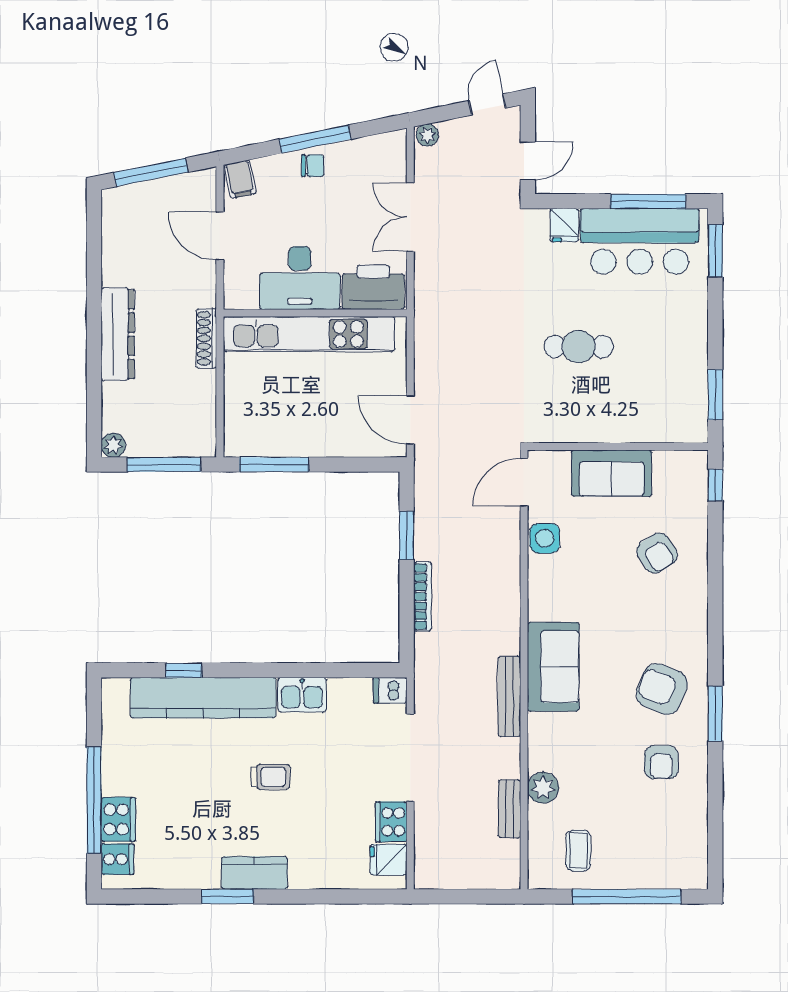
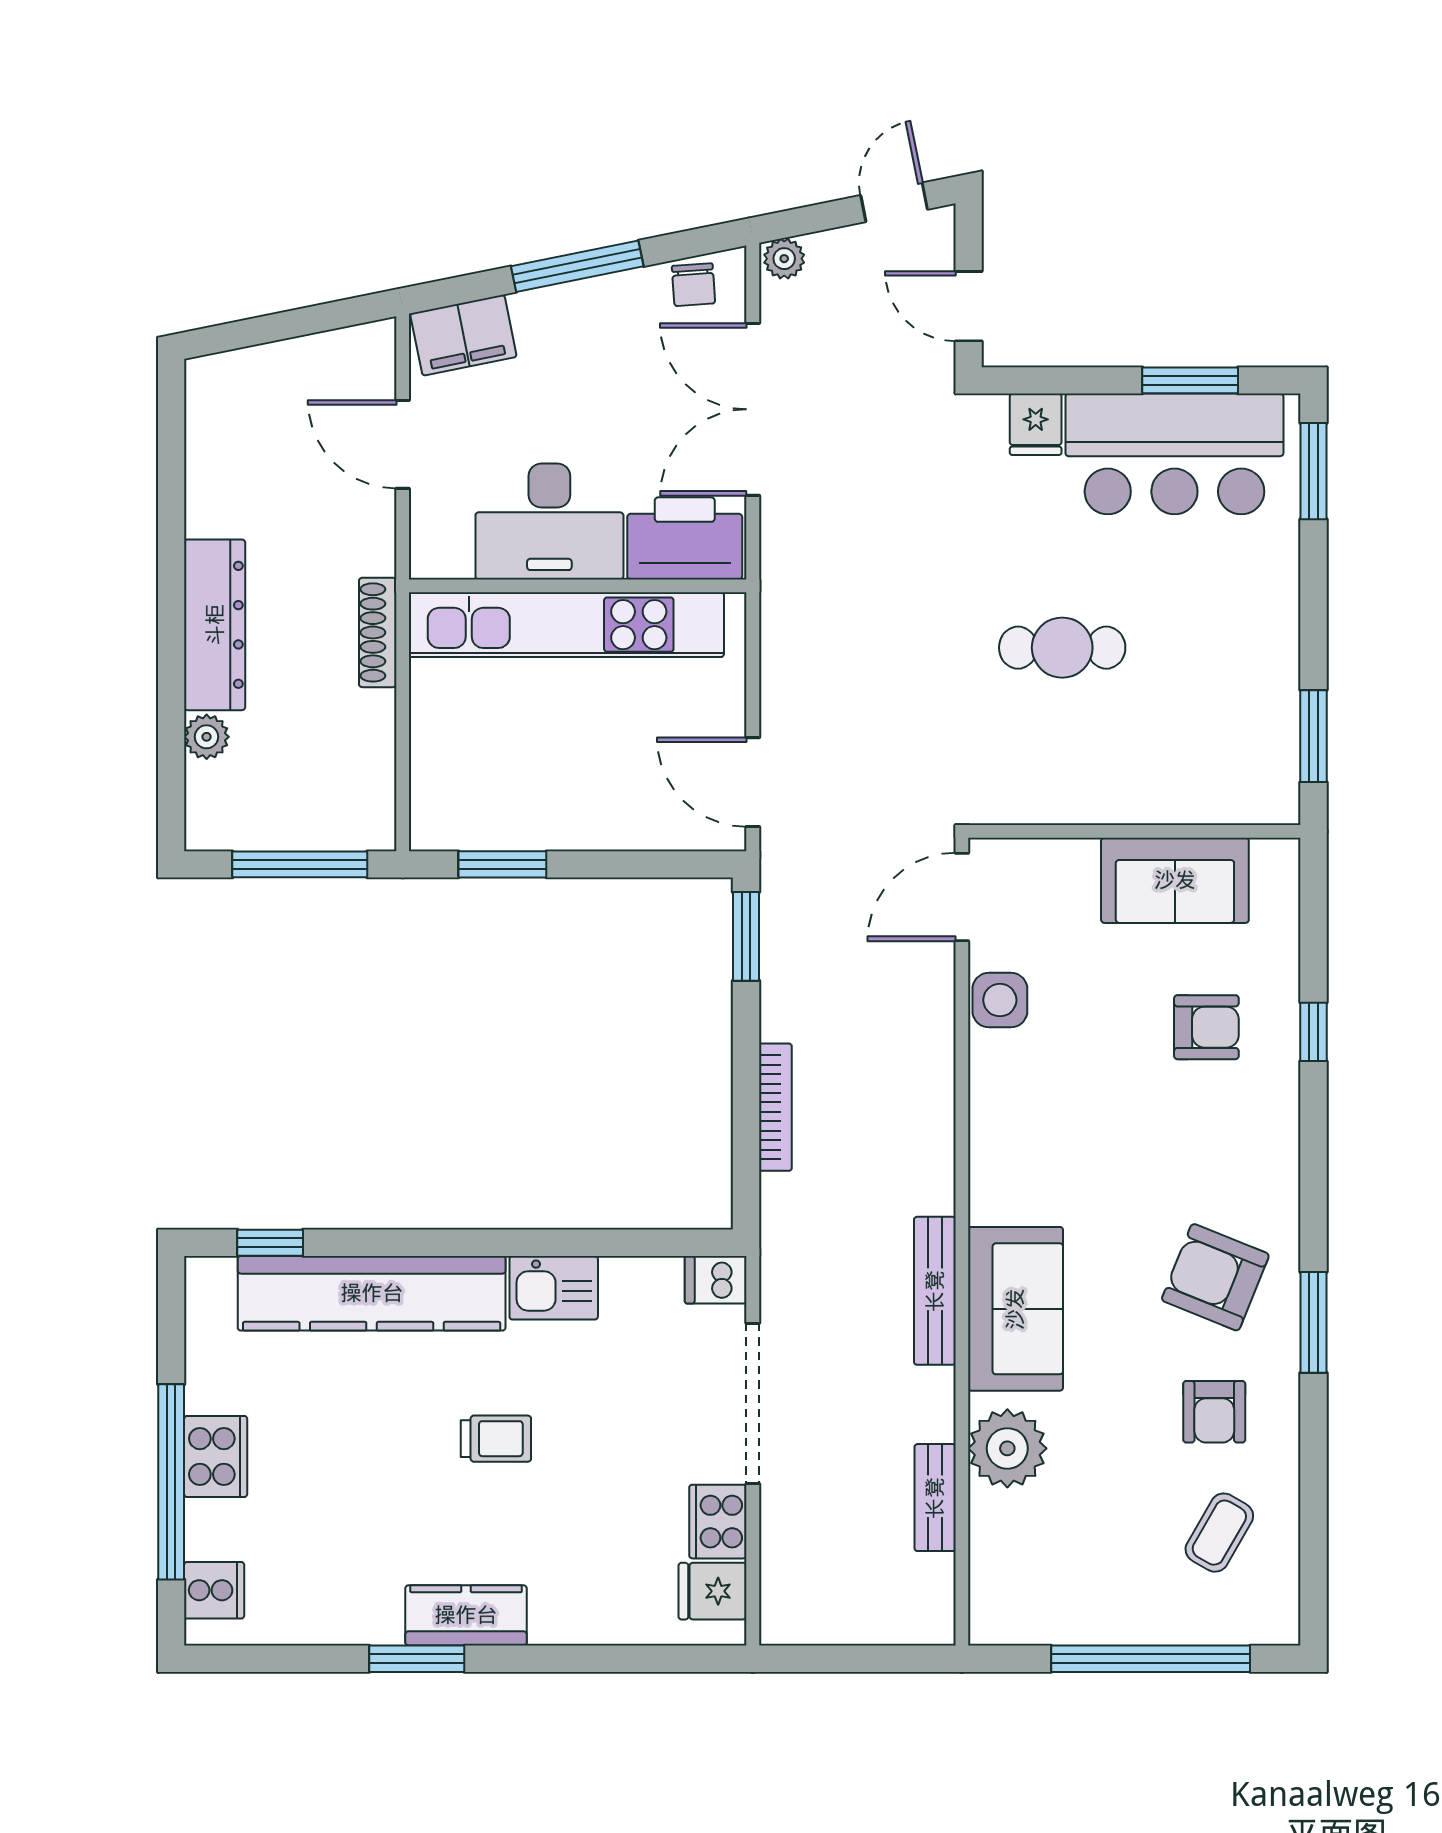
door: (528, 161) -> (969, 306), swing flipped
chair: (313, 166) -> (694, 285), moved, turned 86
window: (151, 172) -> (276, 327), removed
filing cabinet: (240, 179) -> (463, 335), width x2.00
window: (648, 201) -> (1190, 380), width x0.69
double door: (410, 217) -> (753, 409), width x1.37
plant: (113, 445) -> (207, 737), moved
window: (274, 464) -> (502, 864), width x0.69
sofa: (612, 473) -> (1175, 880), moved
window: (715, 485) -> (1313, 1032), moved
window: (407, 536) -> (746, 936), moved
armchair: (657, 553) -> (1206, 1027), turned -57
sofa: (553, 667) -> (1015, 1309), moved
window: (184, 670) -> (270, 1243), moved
plant: (543, 788) -> (1007, 1448), width x1.36, depth x1.36
cooker: (118, 819) -> (216, 1456), moved
coffee table: (578, 850) -> (1219, 1533), moved, turned 30

